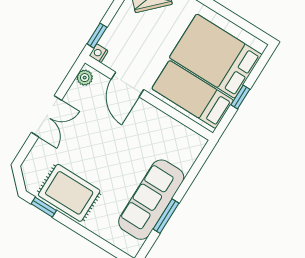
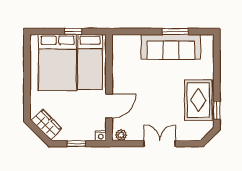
window: (97, 36) -> (76, 144), moved

